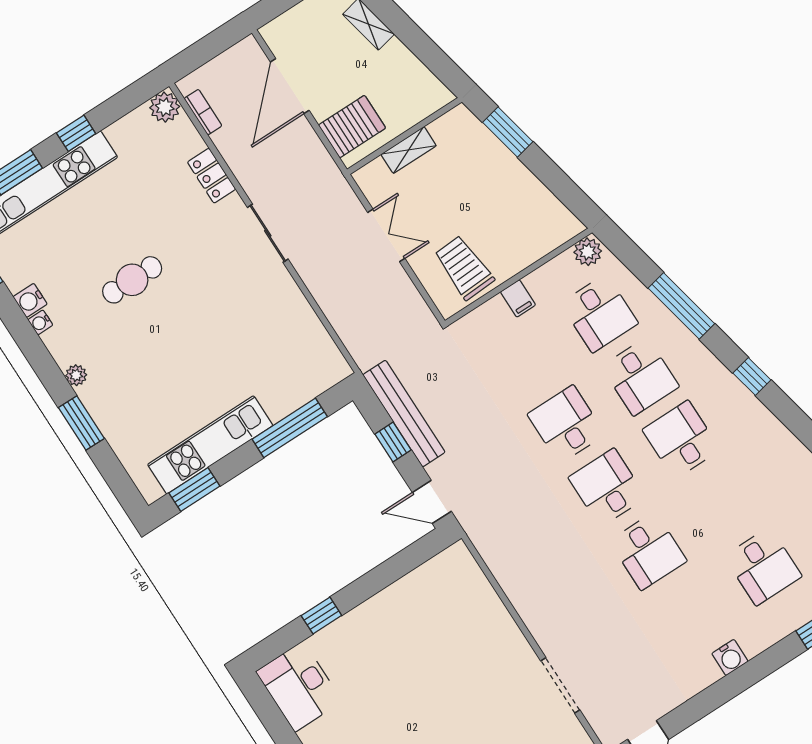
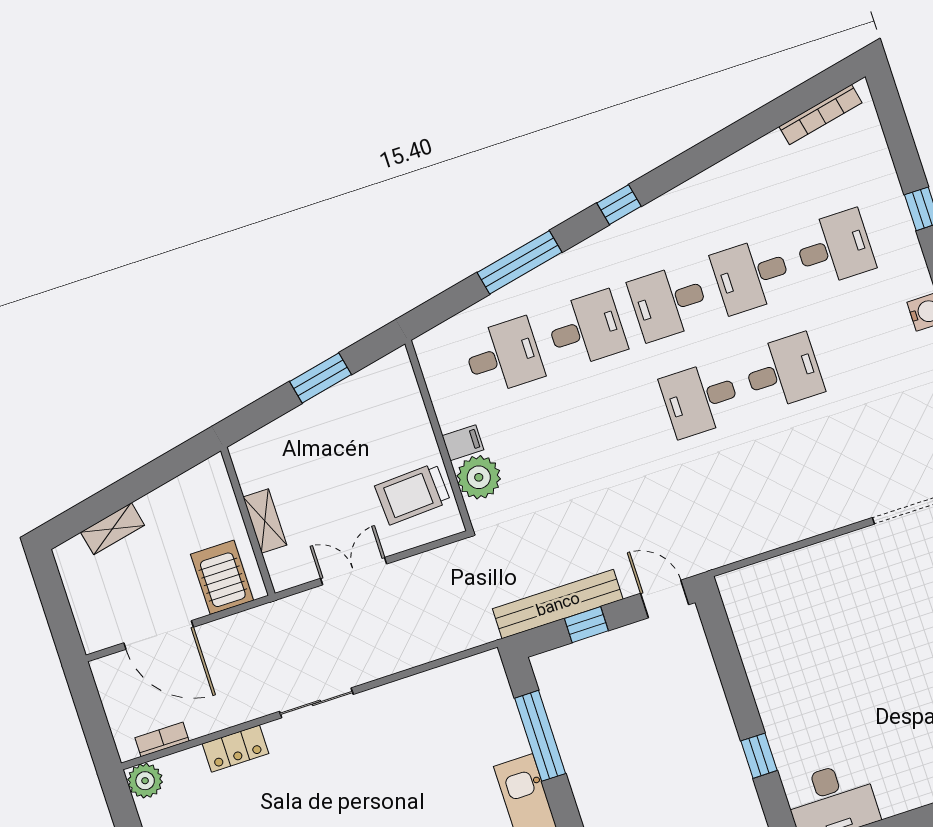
window: (508, 132) -> (320, 378), moved
plant: (588, 252) -> (479, 477), moved, width x1.36, depth x1.36
desk: (566, 424) -> (752, 275), moved
door: (432, 502) -> (665, 599), swing flipped

